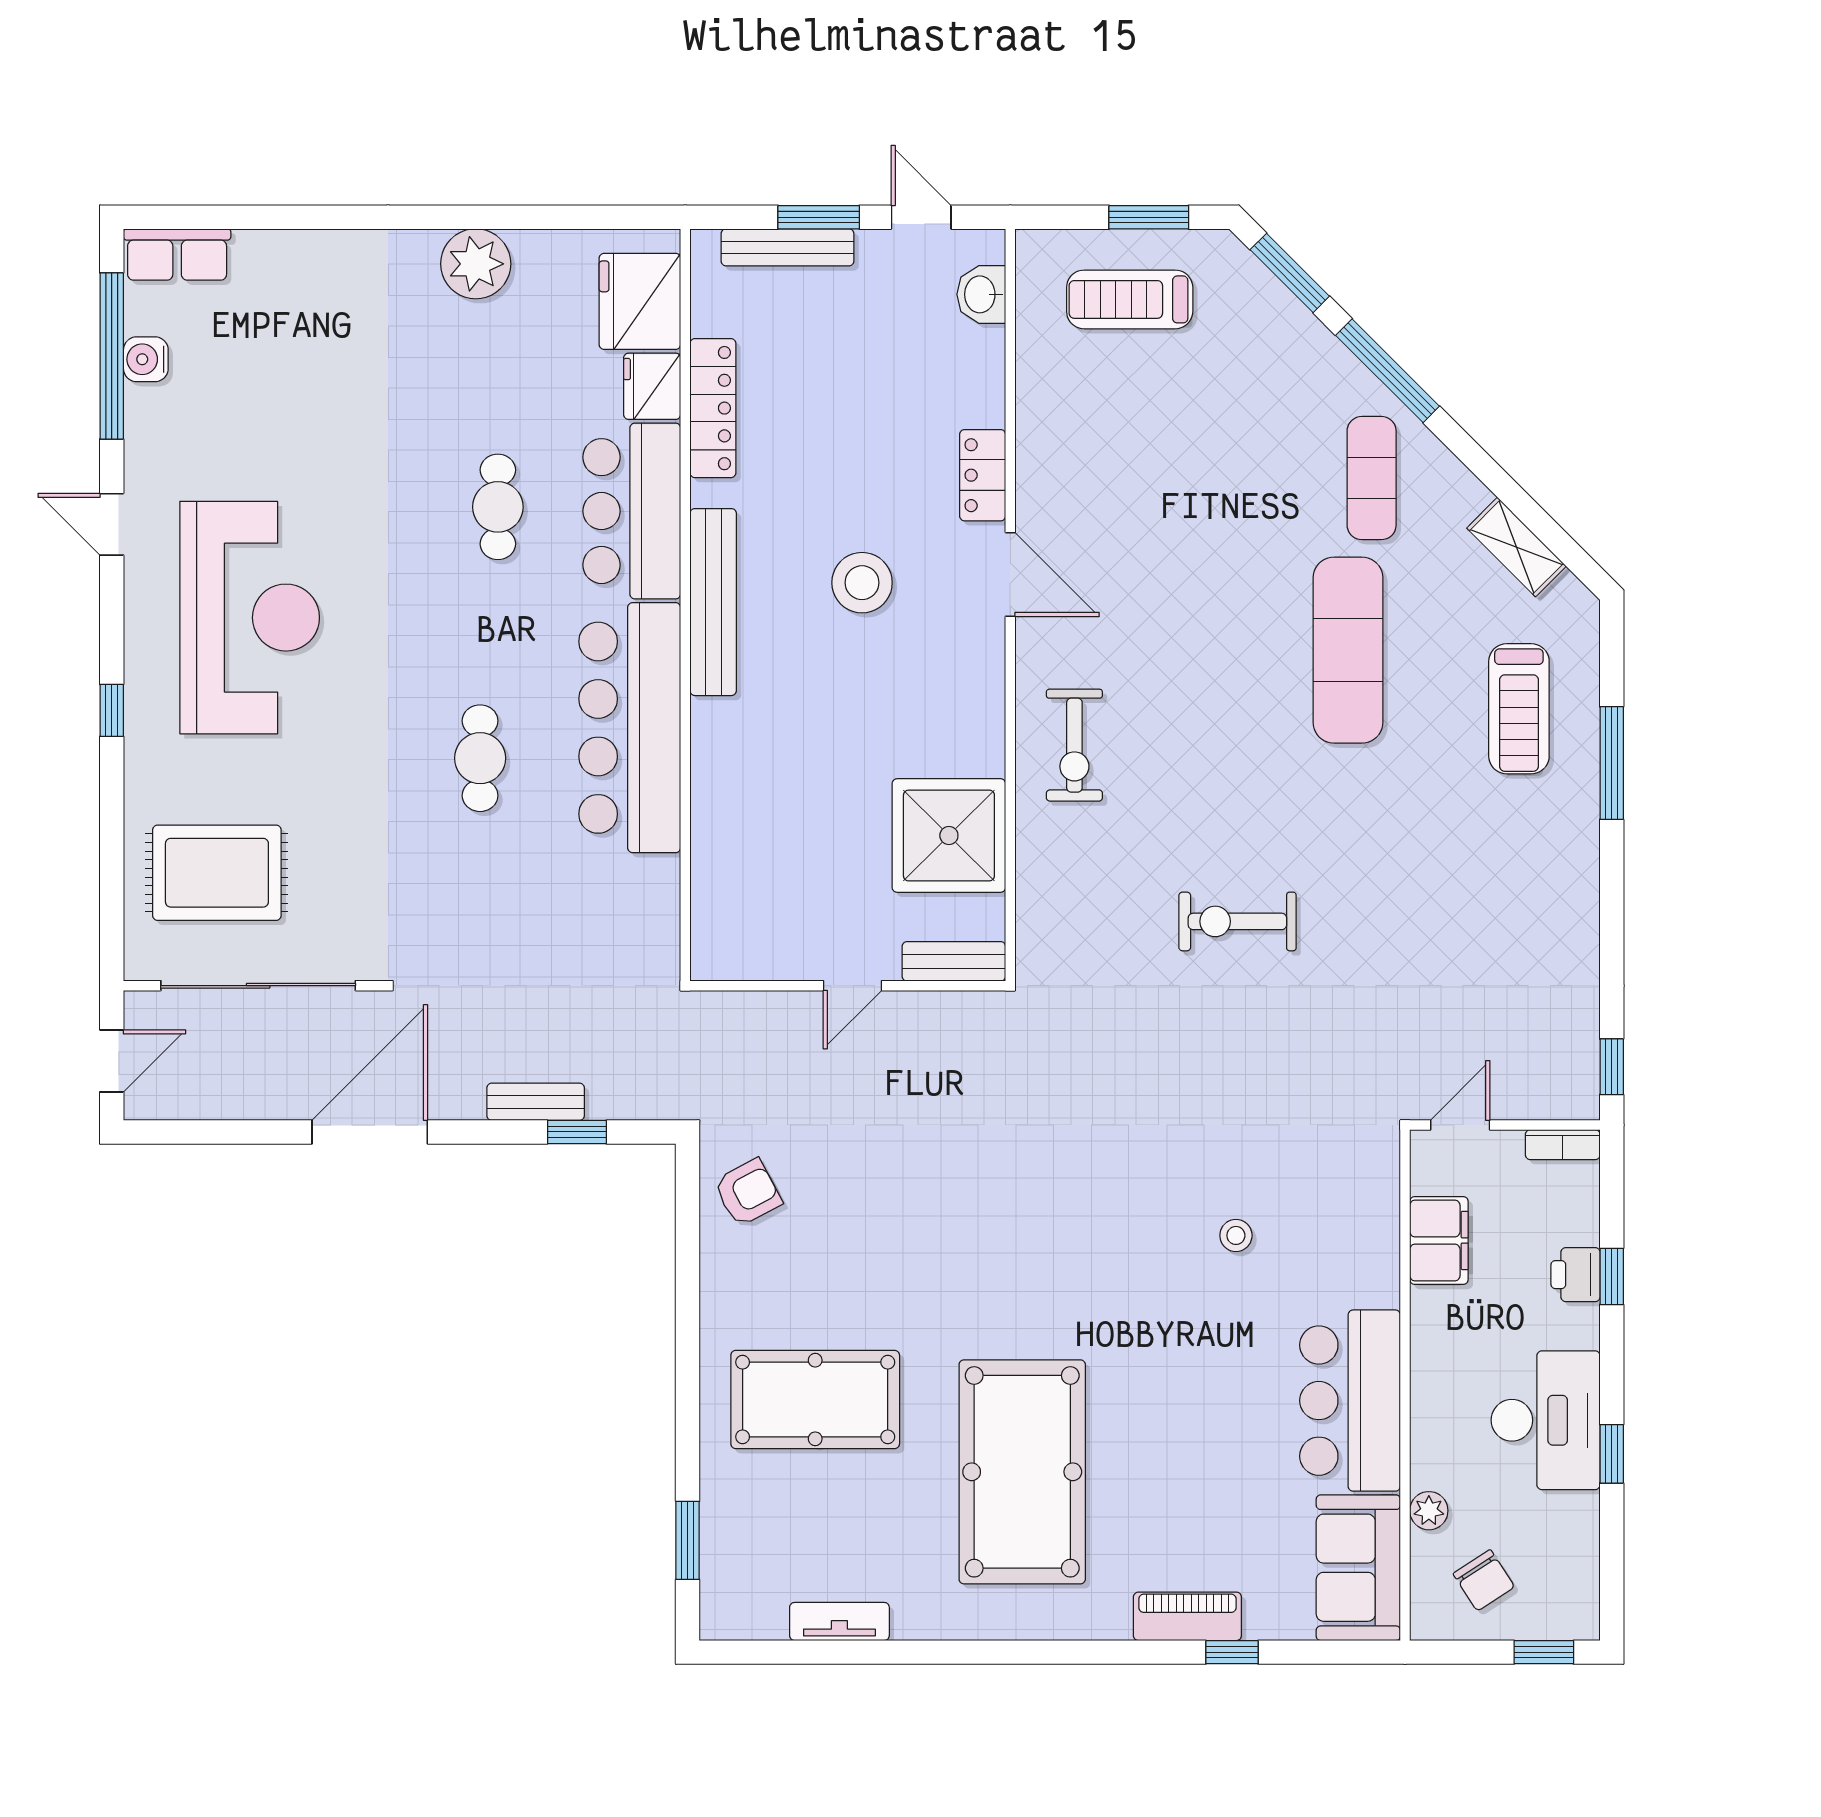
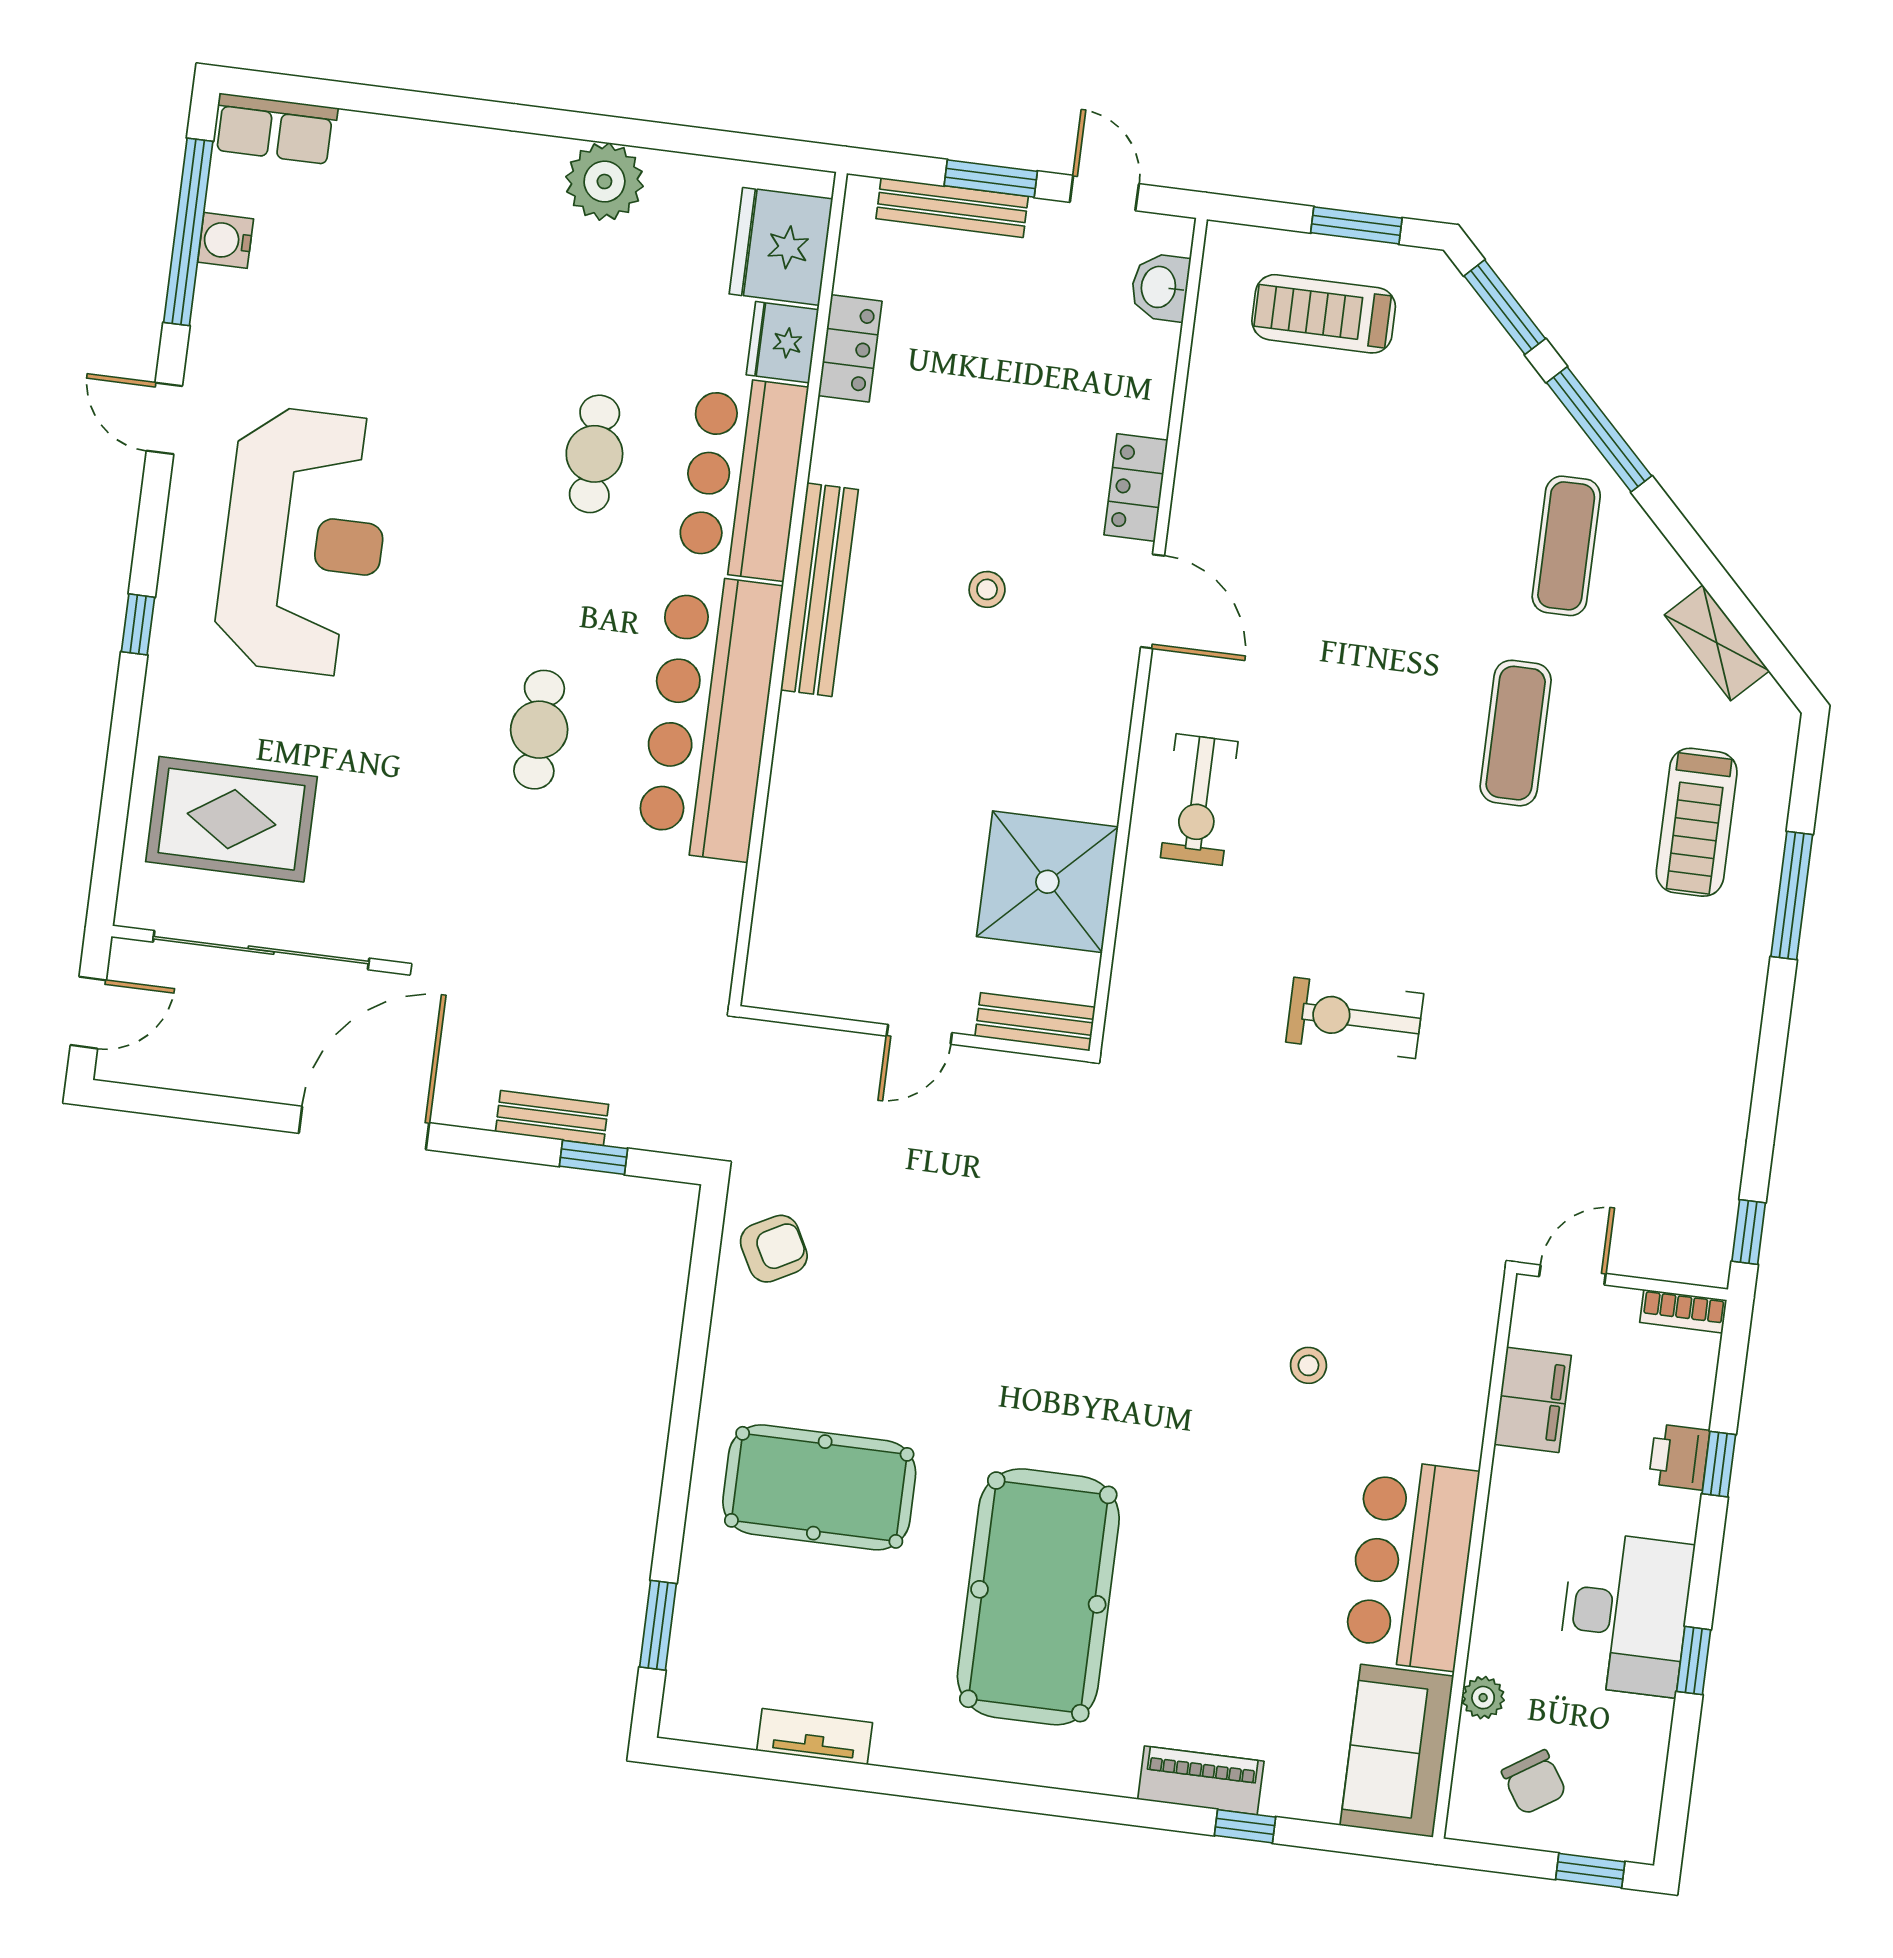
locker: (713, 408) -> (850, 348), width x0.66
stool: (862, 583) -> (987, 589), width x0.53, depth x0.53
exercise mat: (1348, 650) -> (1516, 733), width x0.73, depth x0.69

